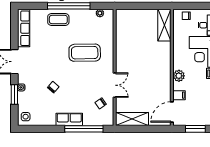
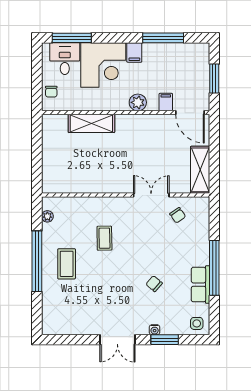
coffee table: (58, 19) -> (67, 264), moved
shelving: (164, 25) -> (91, 123), moved
row of seats: (24, 28) -> (69, 326), removed
coffee table: (85, 53) -> (104, 238), width x0.54, depth x0.58
row of seats: (69, 119) -> (200, 285), moved
window: (84, 129) -> (214, 268), moved

